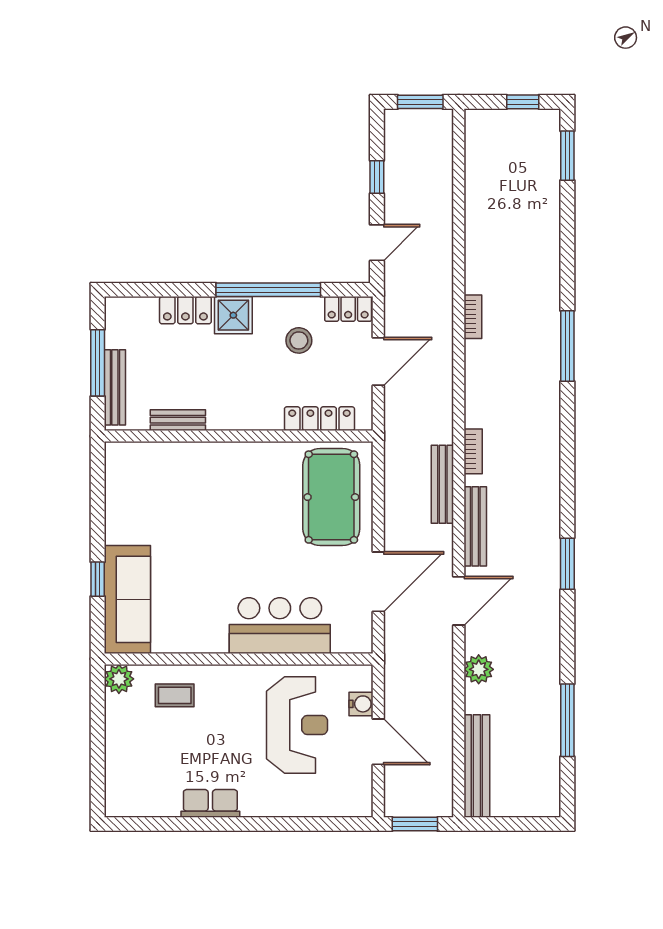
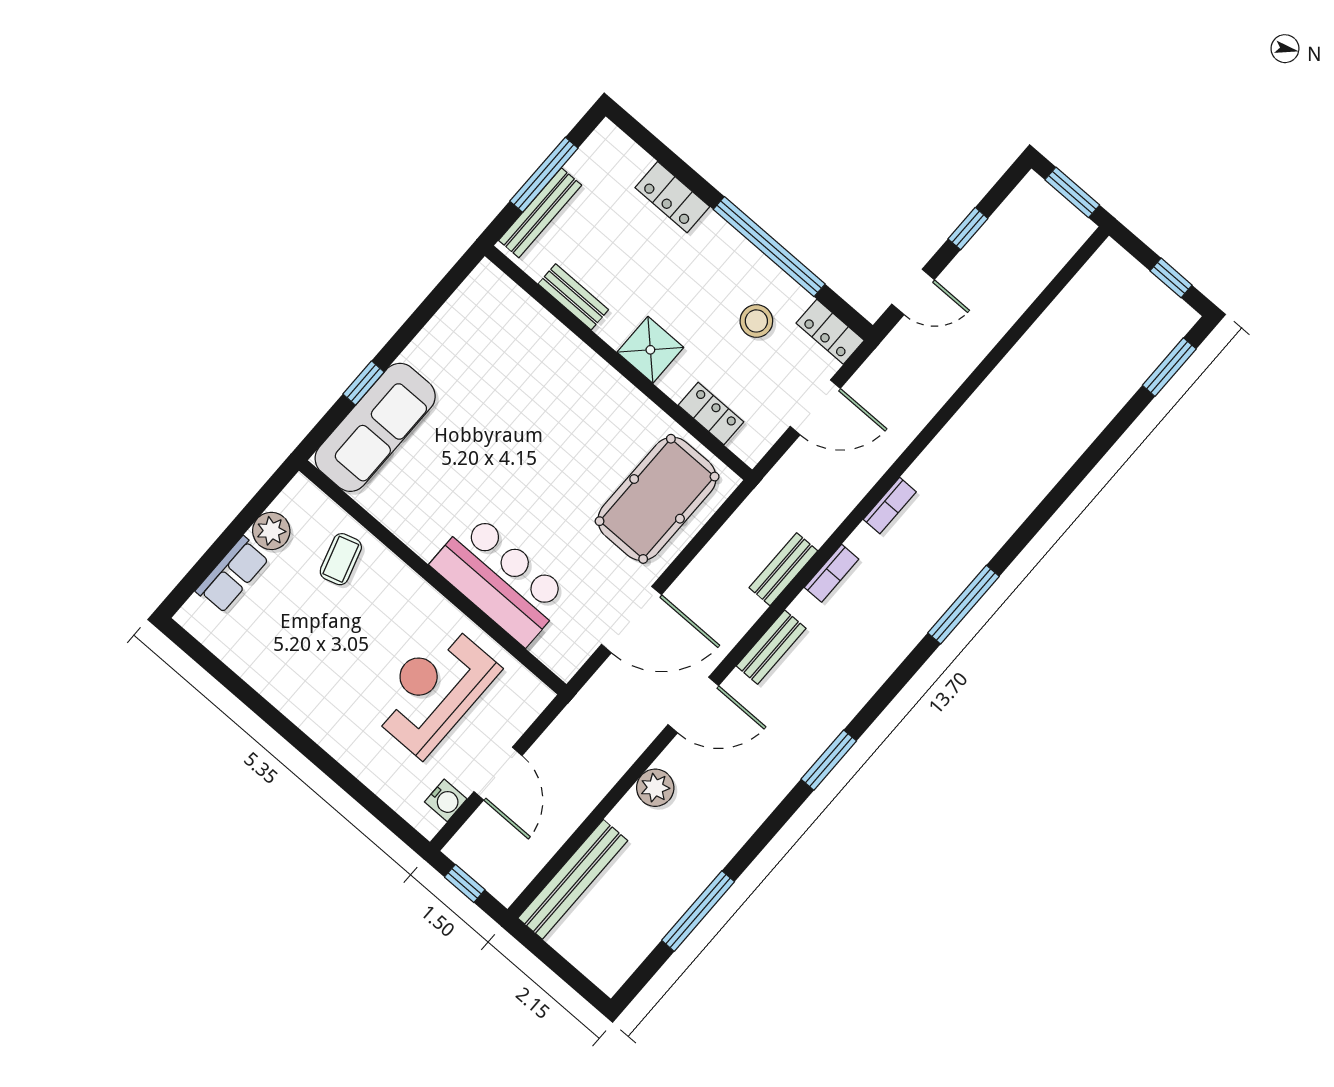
shower: (233, 315) -> (650, 350), moved
bookcase: (473, 317) -> (890, 506), moved
window: (567, 346) -> (963, 605), moved
locker: (319, 419) -> (711, 414), width x0.66
bench: (442, 484) -> (783, 569), width x0.73
bench: (475, 526) -> (771, 647), width x0.73
plant: (119, 679) -> (271, 531), moved
coffee table: (175, 695) -> (341, 559), turned 73
water cooler: (361, 704) -> (446, 800), moved
reception desk: (297, 725) -> (434, 690), turned 180
row of seats: (210, 803) -> (232, 575), moved, turned 90
window: (415, 824) -> (465, 883), width x0.67

